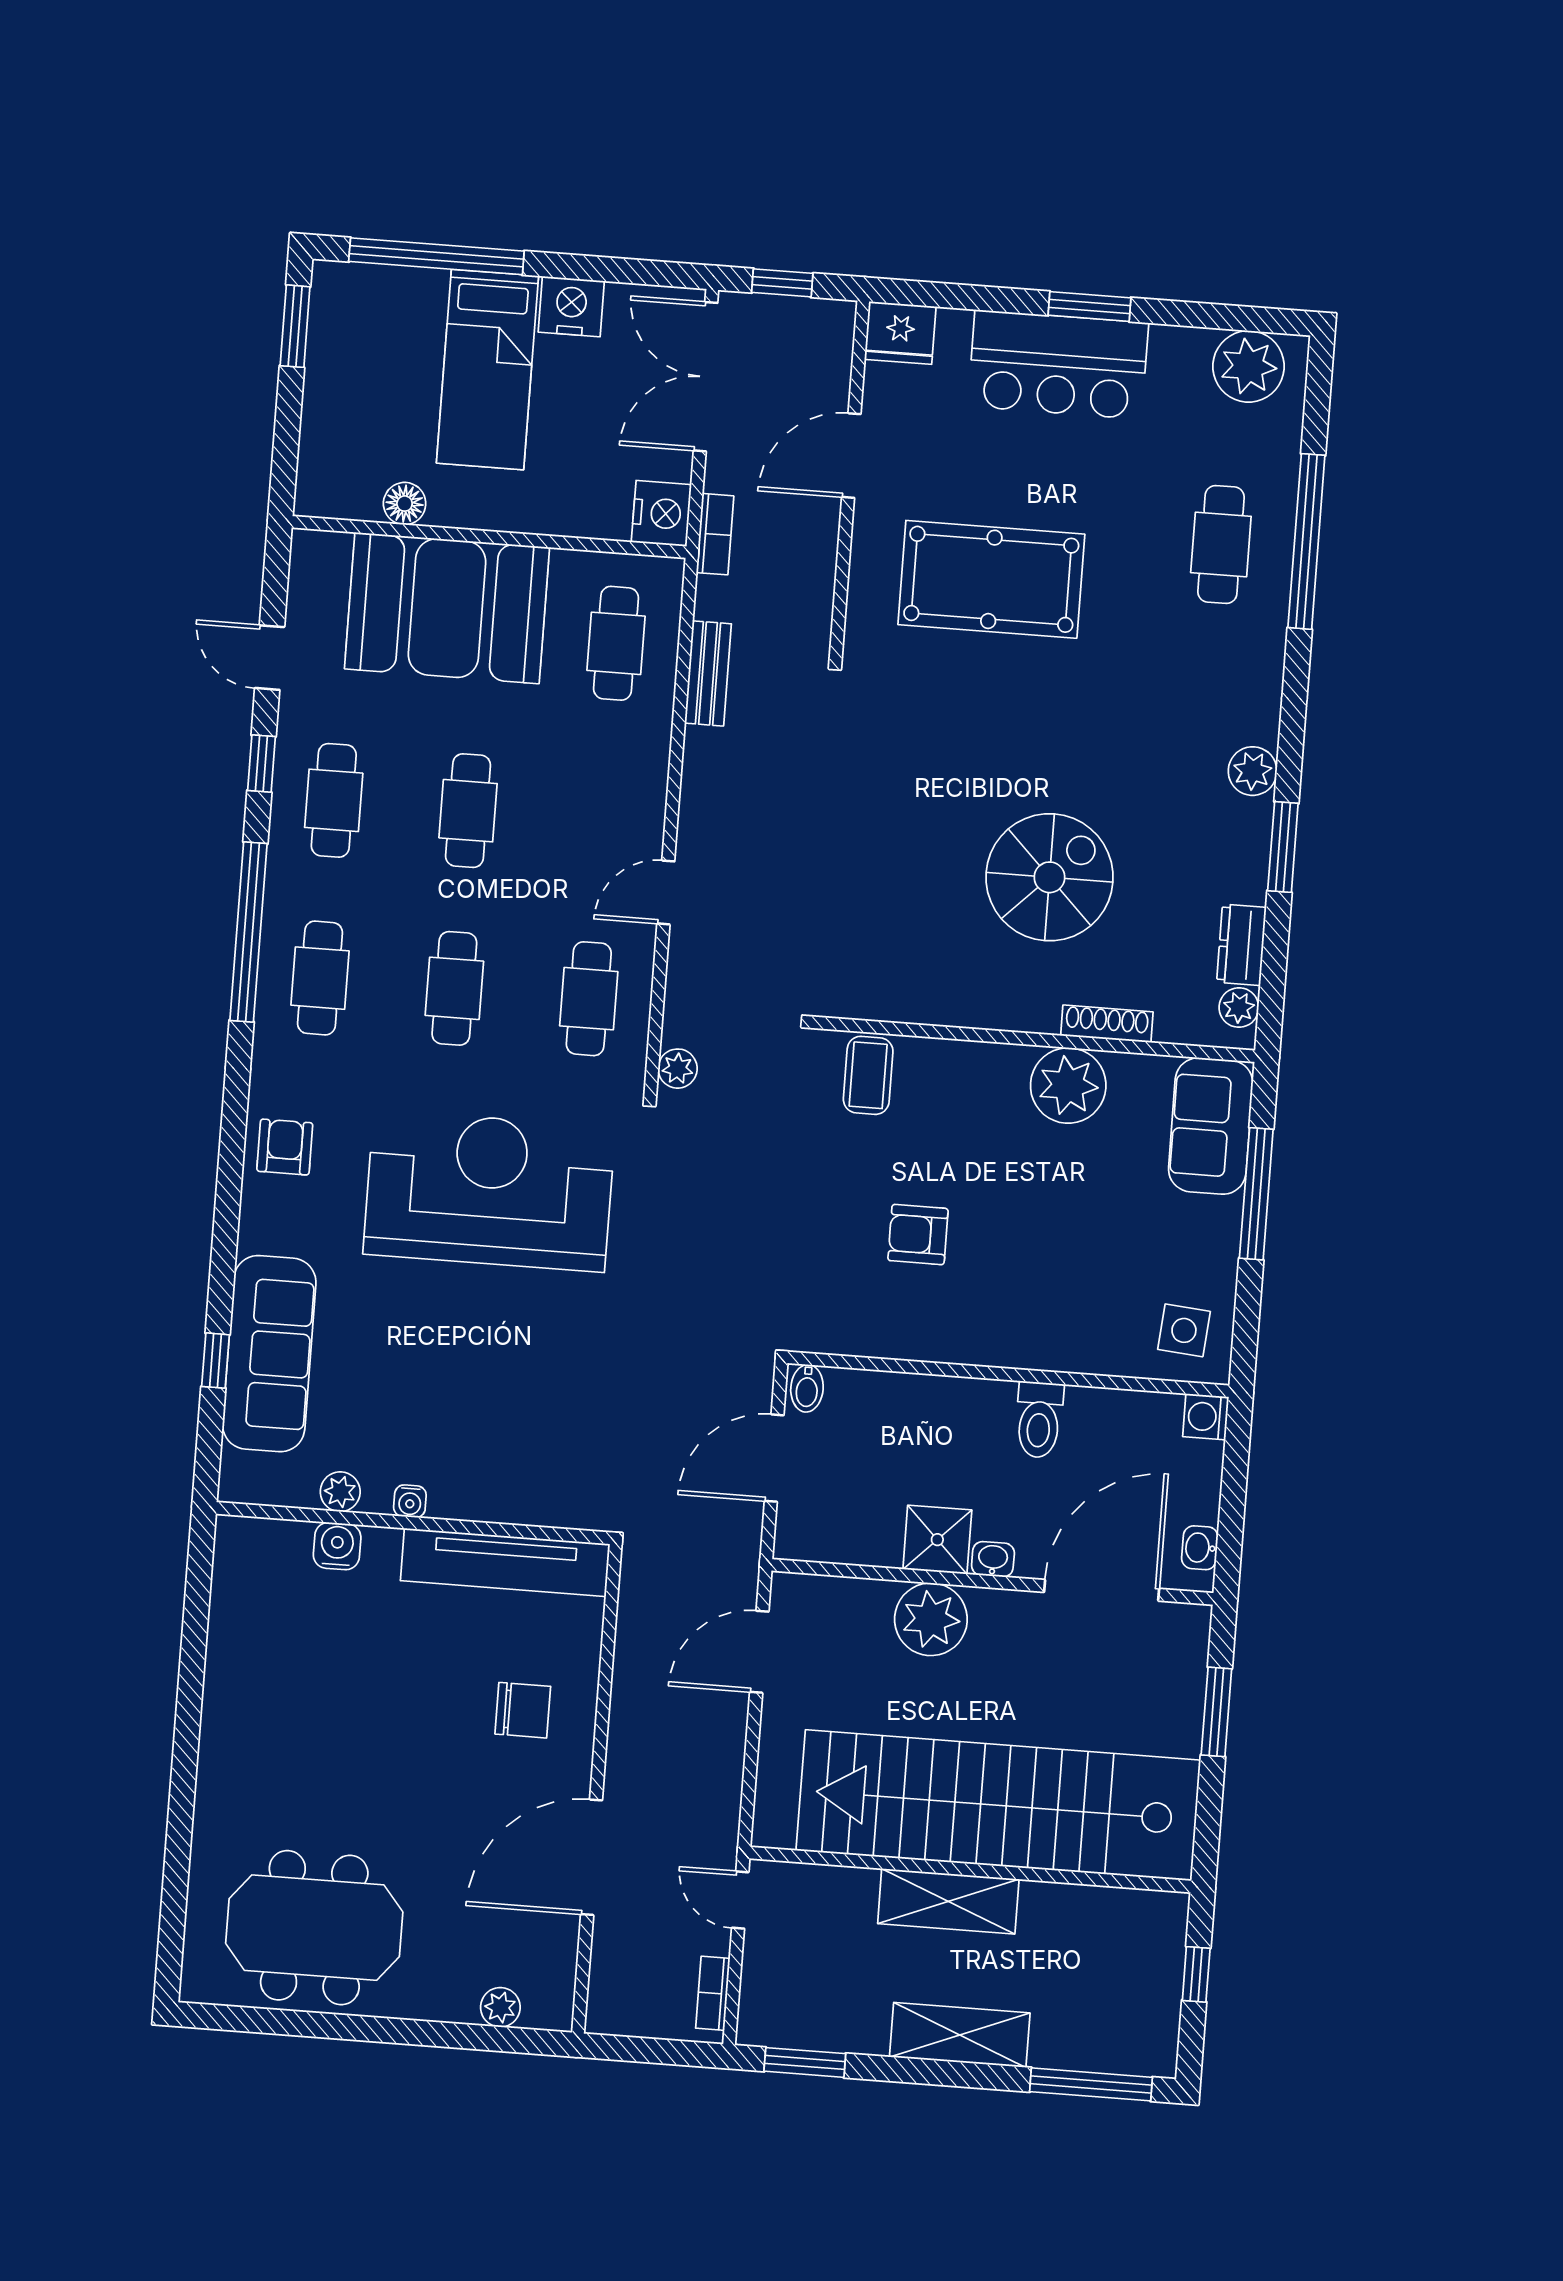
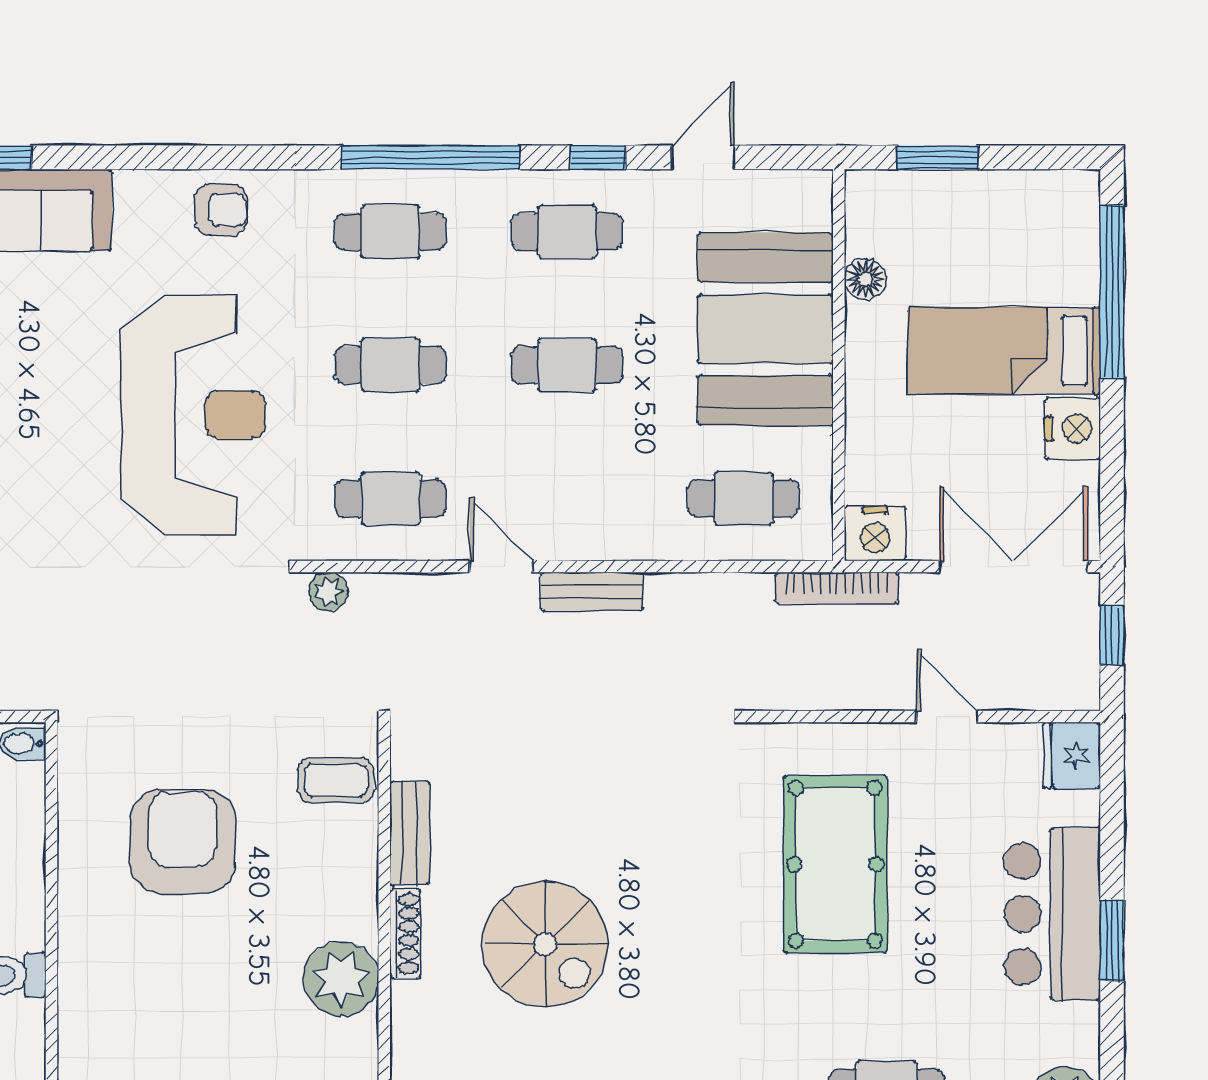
window: (295, 326) -> (938, 157), moved
door: (851, 456) -> (947, 717), width x0.73
bookcase: (715, 534) -> (837, 588), width x1.56
bench: (708, 673) -> (592, 592), moved
bench: (927, 1005) -> (410, 833), added
shoe rack: (1107, 1024) -> (405, 933), moved
armchair: (918, 1235) -> (183, 842), width x1.88, depth x1.88

